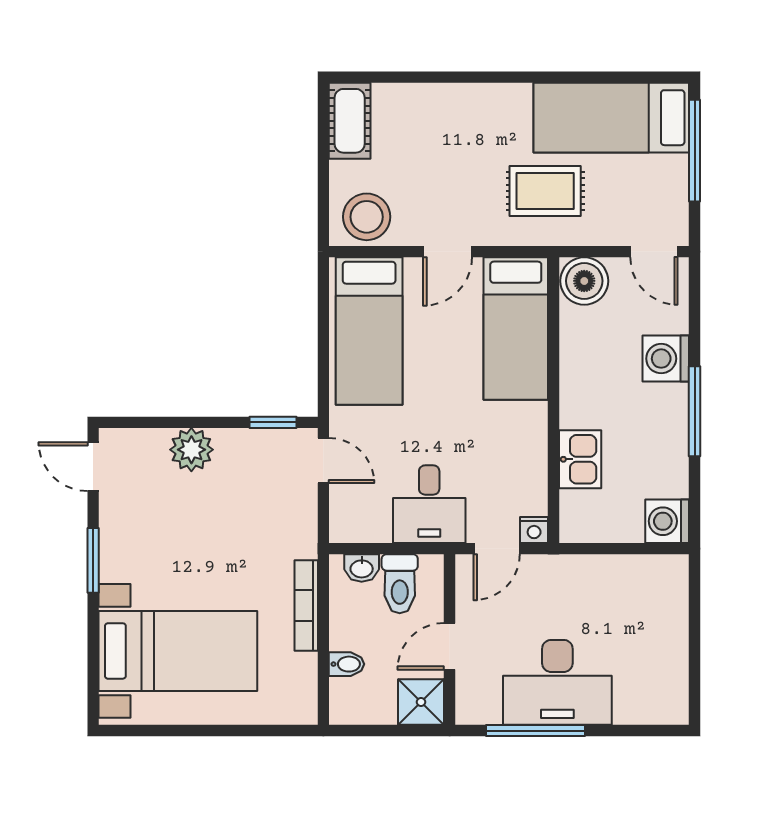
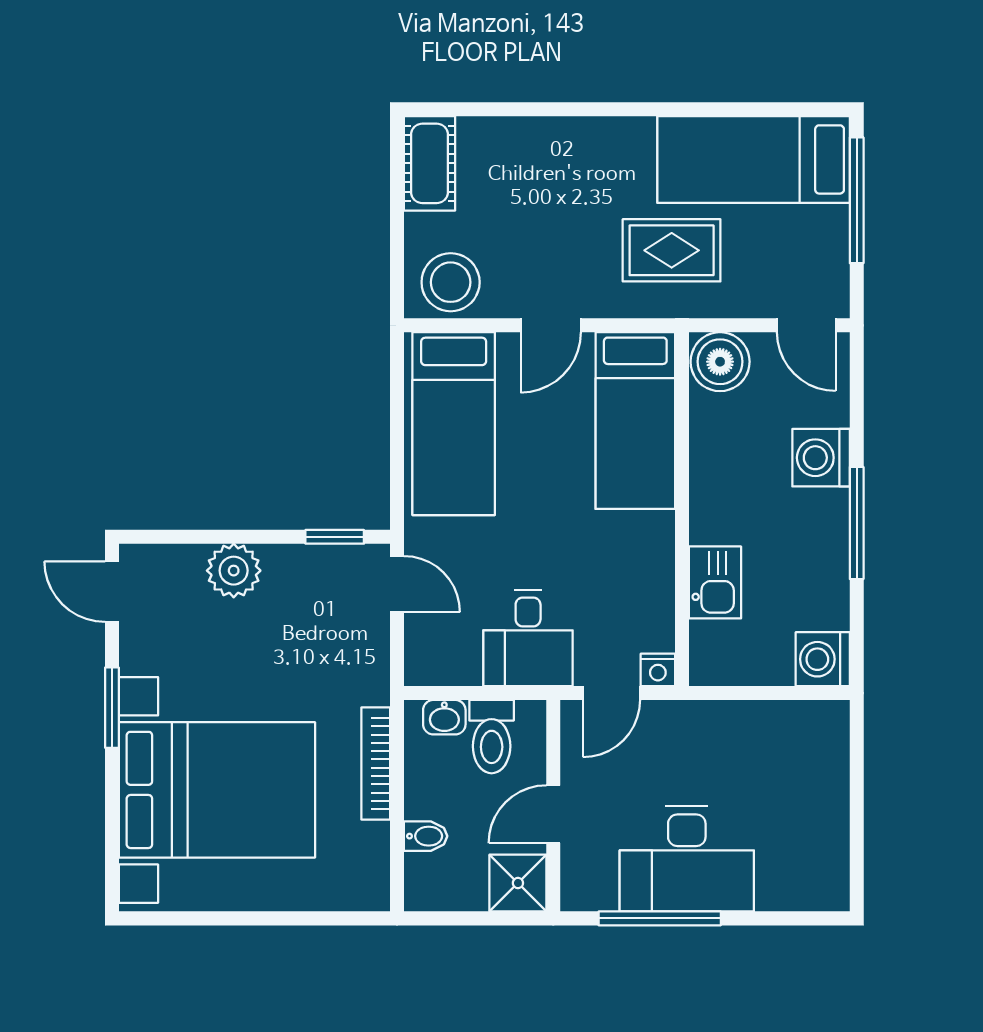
bed with nightstands: (178, 651) -> (217, 790), width x1.36

